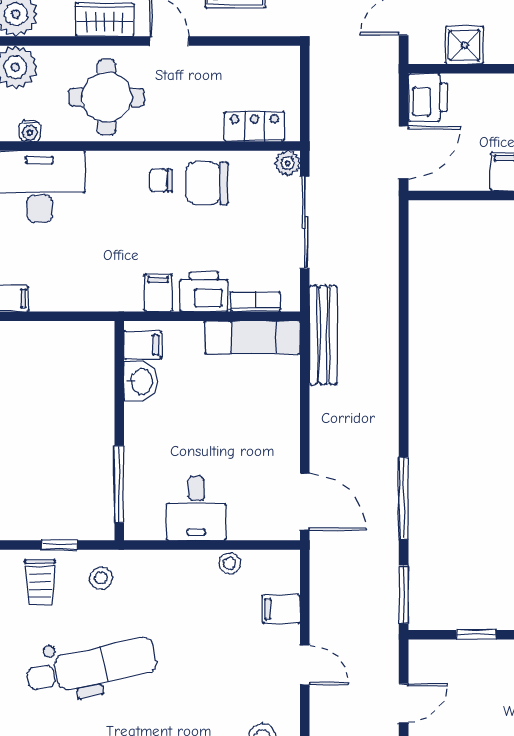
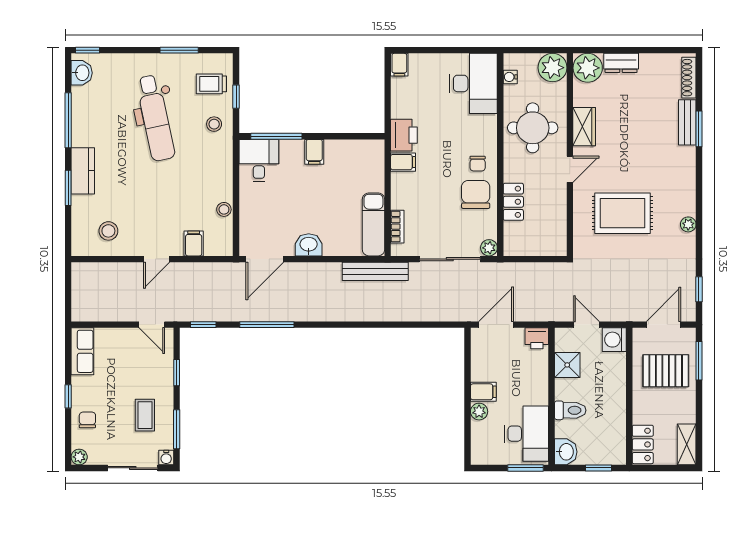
printer: (428, 97) -> (537, 338), width x0.73, depth x0.81
locker: (254, 126) -> (513, 202), moved
door: (404, 152) -> (496, 325), swing flipped
chair: (161, 180) -> (478, 164), turned 180
printer: (204, 292) -> (404, 135), moved
filing cabinet: (143, 345) -> (314, 152), moved
washbasin: (141, 381) -> (309, 245), moved, turned 180
desk: (196, 508) -> (259, 161), moved, turned 90
window: (404, 594) -> (203, 325), width x0.67
door: (404, 703) -> (152, 325), moved

